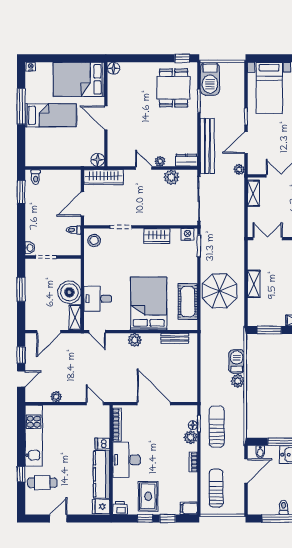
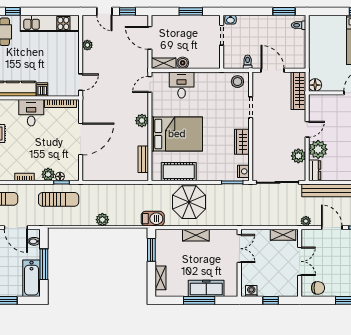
plant: (160, 161) -> (318, 149), width x1.87, depth x1.87
boiler: (69, 292) -> (183, 63), width x0.54, depth x0.54
barbecue: (237, 361) -> (153, 219), moved
desk: (127, 460) -> (31, 113), width x0.73

